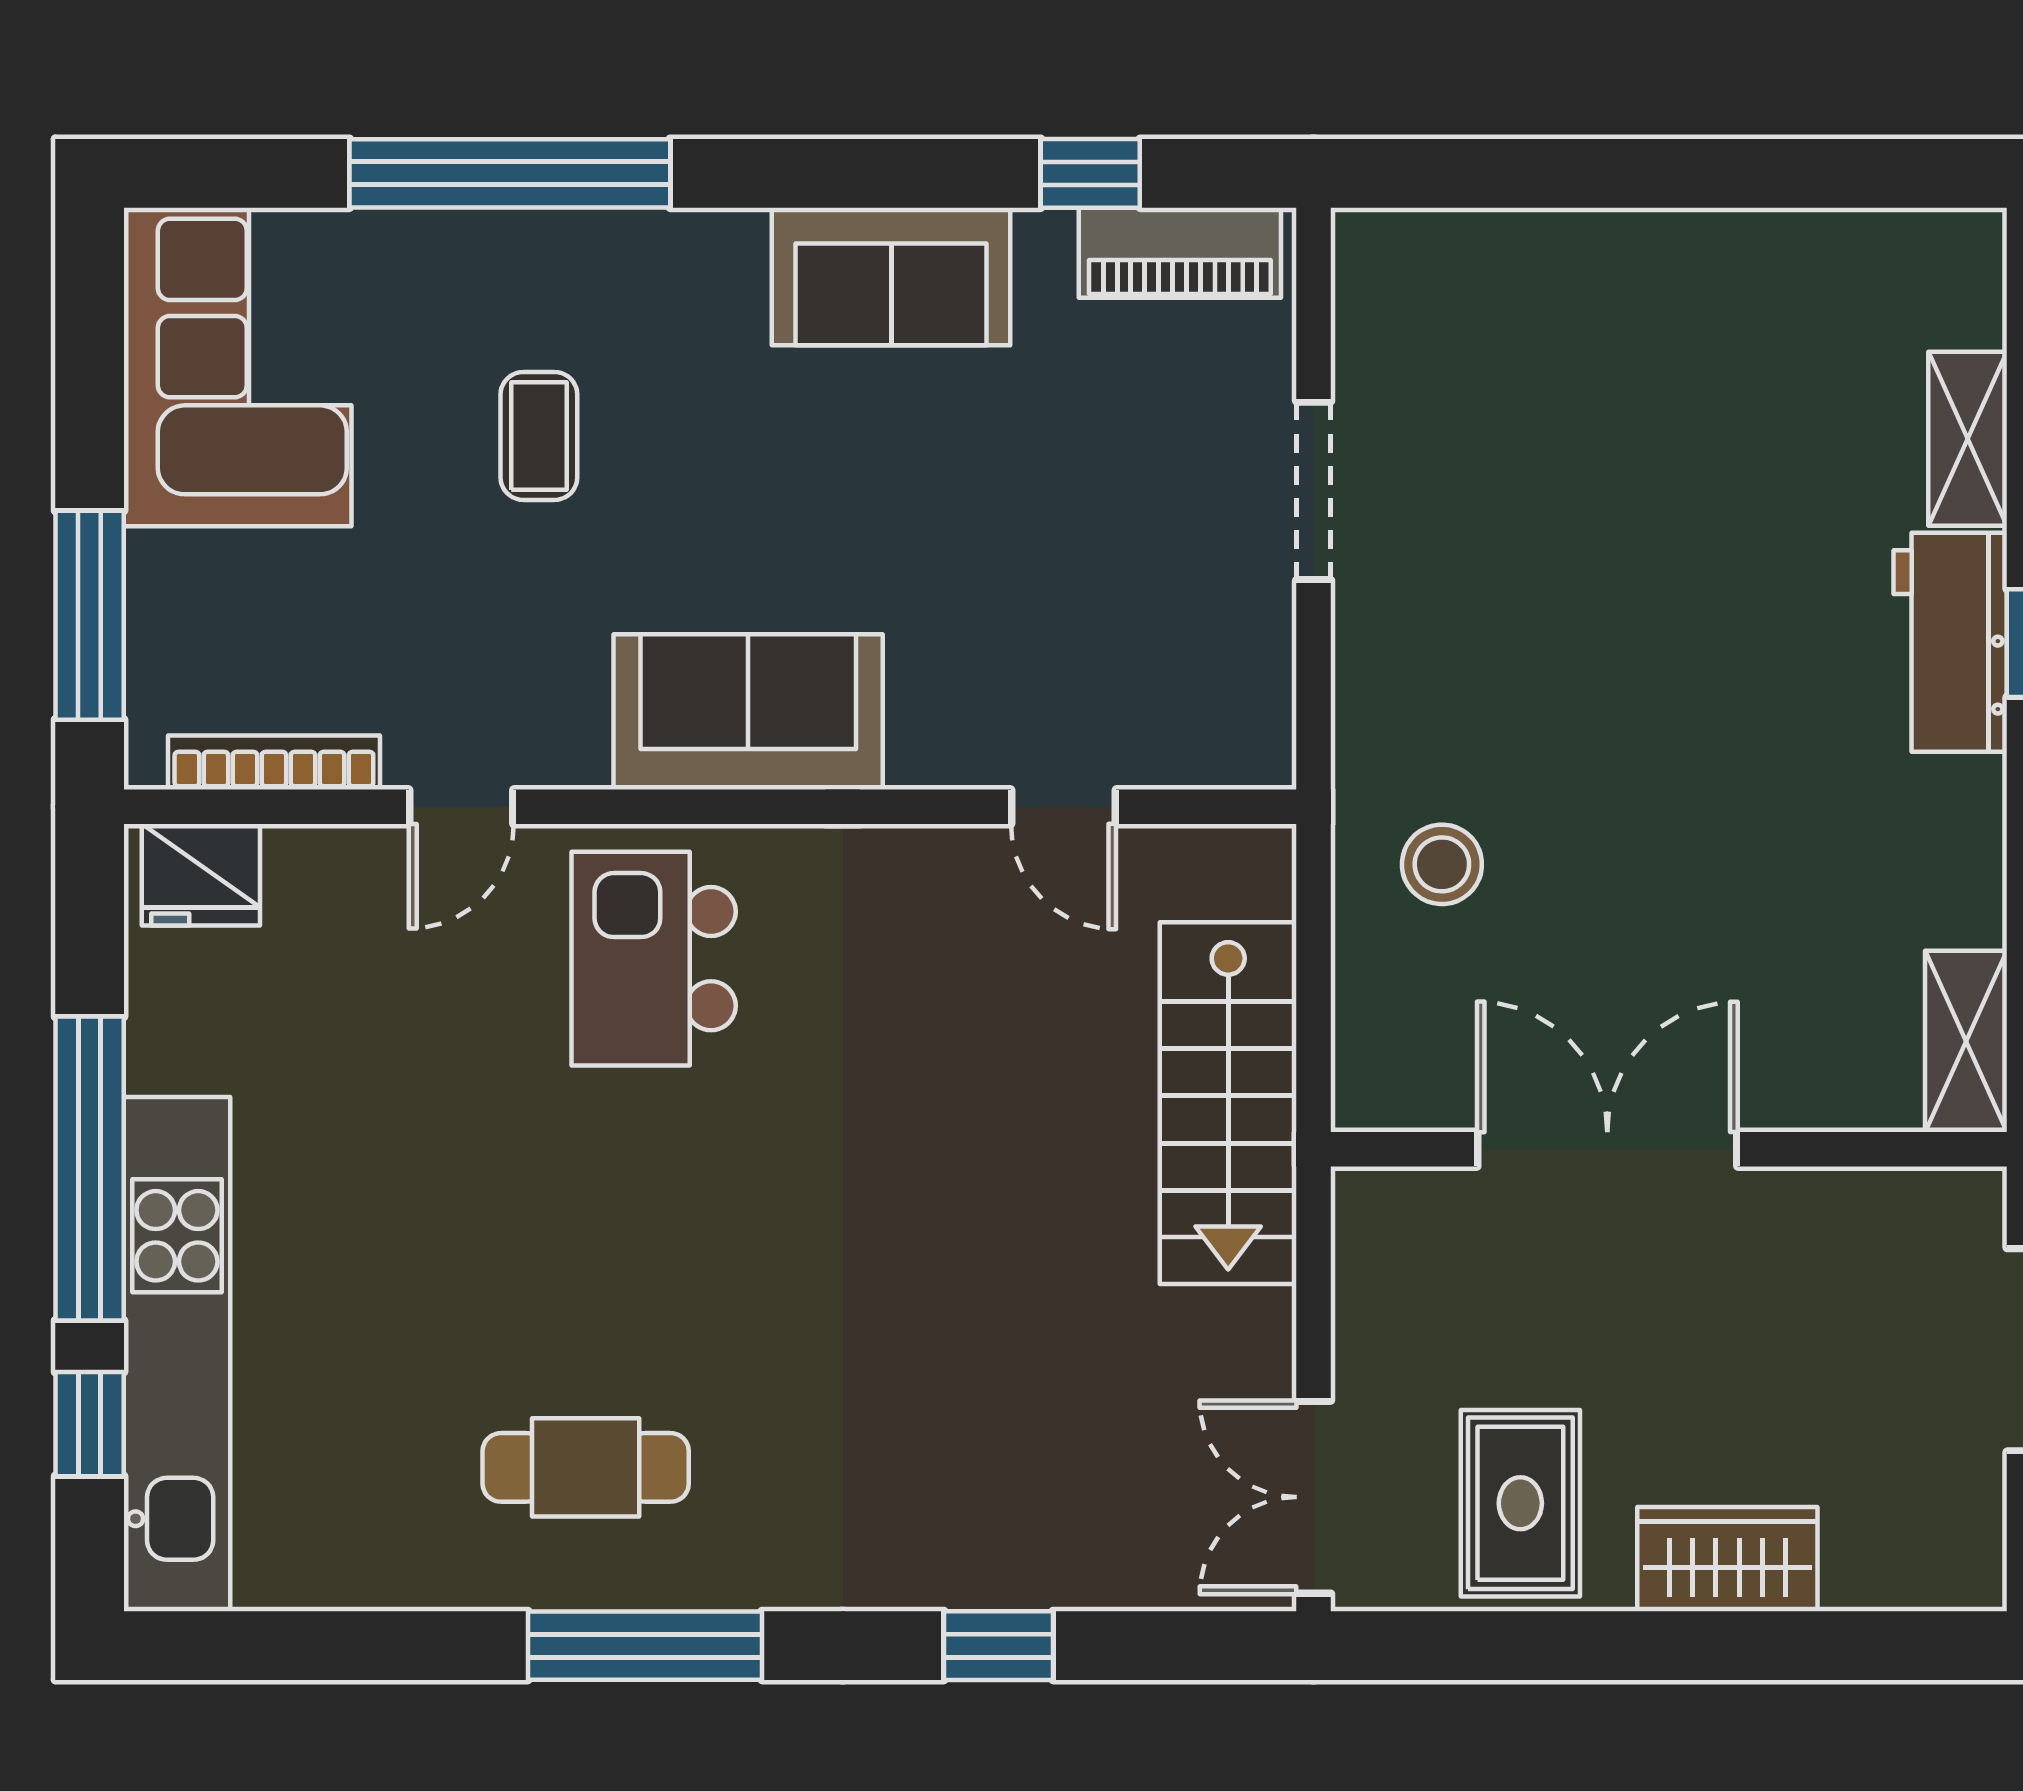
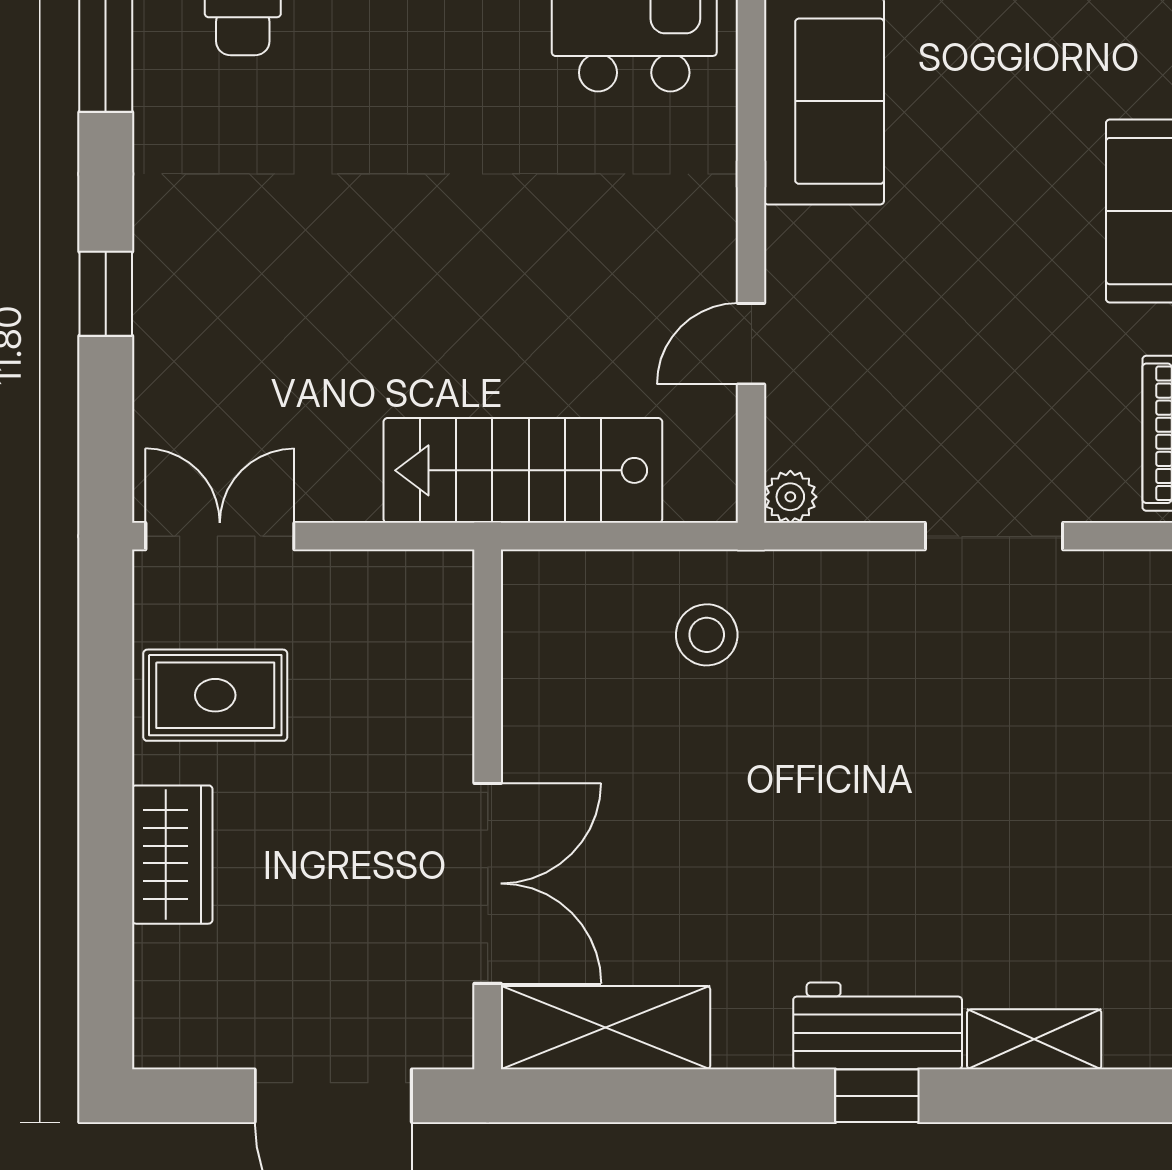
plant: (1262, 756) -> (790, 497), added
shelving: (1966, 1041) -> (605, 1028), width x1.50, depth x1.33
double door: (1607, 1149) -> (488, 883), moved

